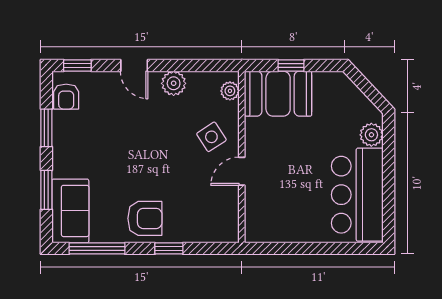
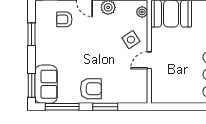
armchair: (66, 97) -> (64, 19), moved, turned 90
window: (46, 190) -> (32, 85), moved
window: (169, 248) -> (105, 107), width x1.50

